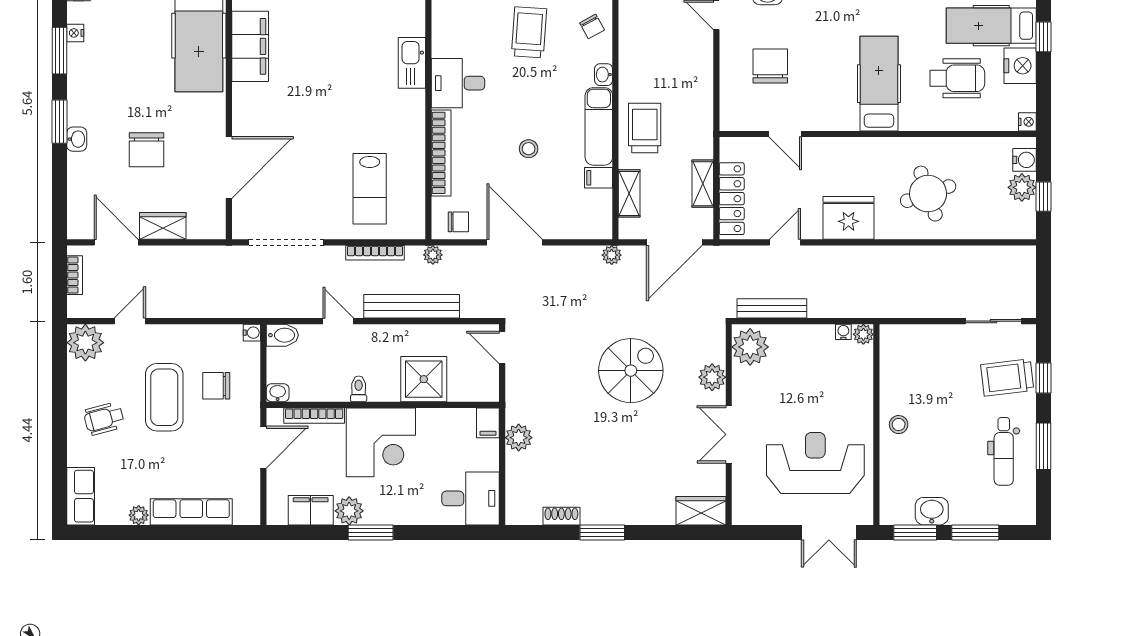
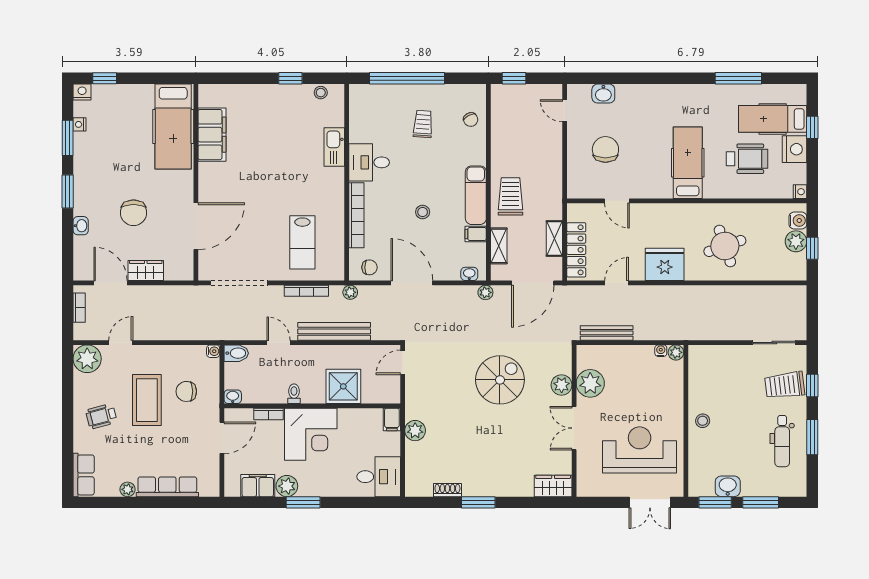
trolley: (529, 32) -> (423, 124), width x0.73, depth x0.72
washbasin: (604, 75) -> (469, 274), moved, turned 90
washbasin: (77, 139) -> (81, 226), moved
door: (502, 347) -> (403, 362), hinge flipped
plant: (750, 347) -> (590, 383), moved
bookcase: (314, 416) -> (269, 414), width x0.64

